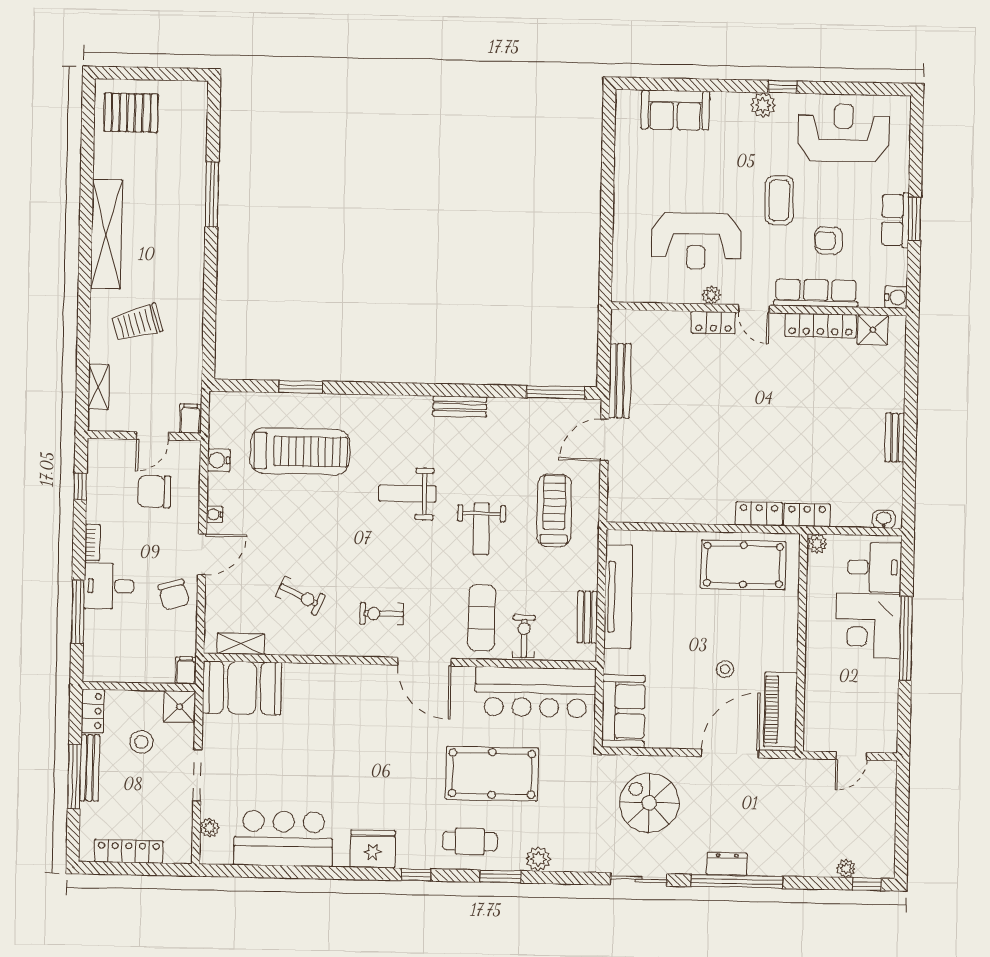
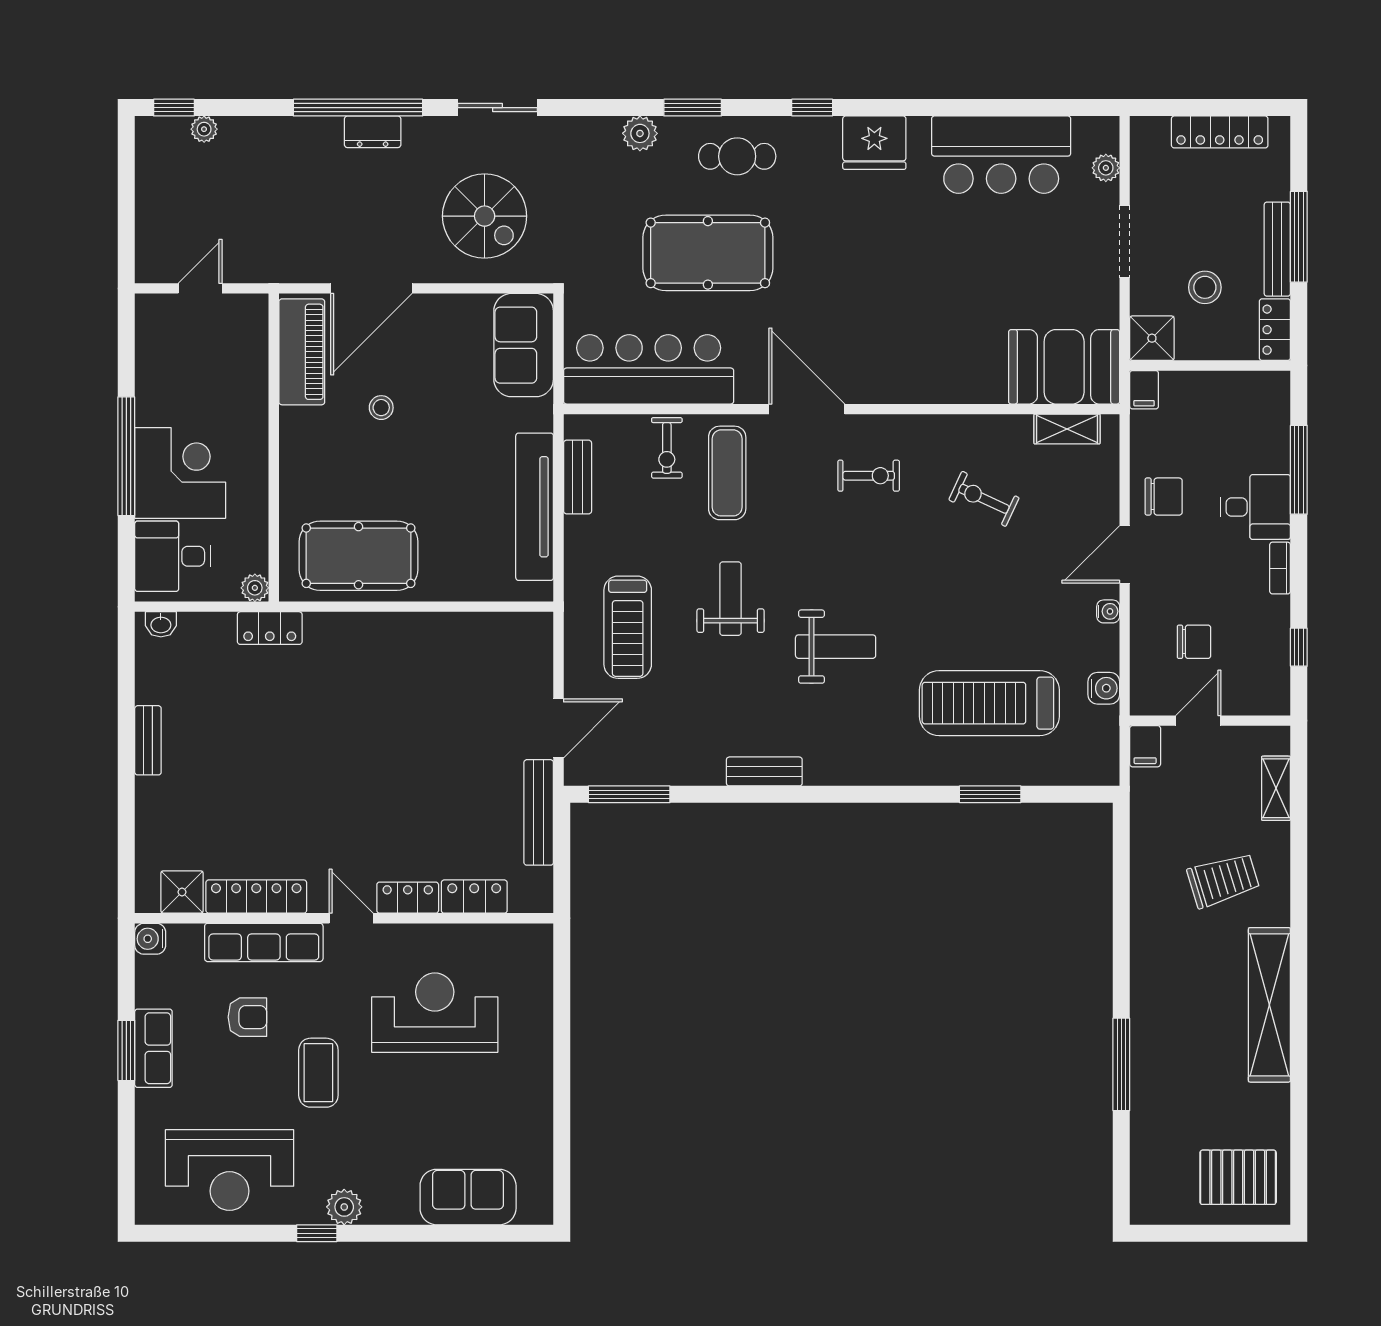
plant: (711, 295) -> (412, 936), removed
chair: (154, 492) -> (1194, 642), width x0.73, depth x0.73
locker: (759, 514) -> (474, 897), moved, turned 180
chair: (174, 595) -> (1164, 497), turned 106

